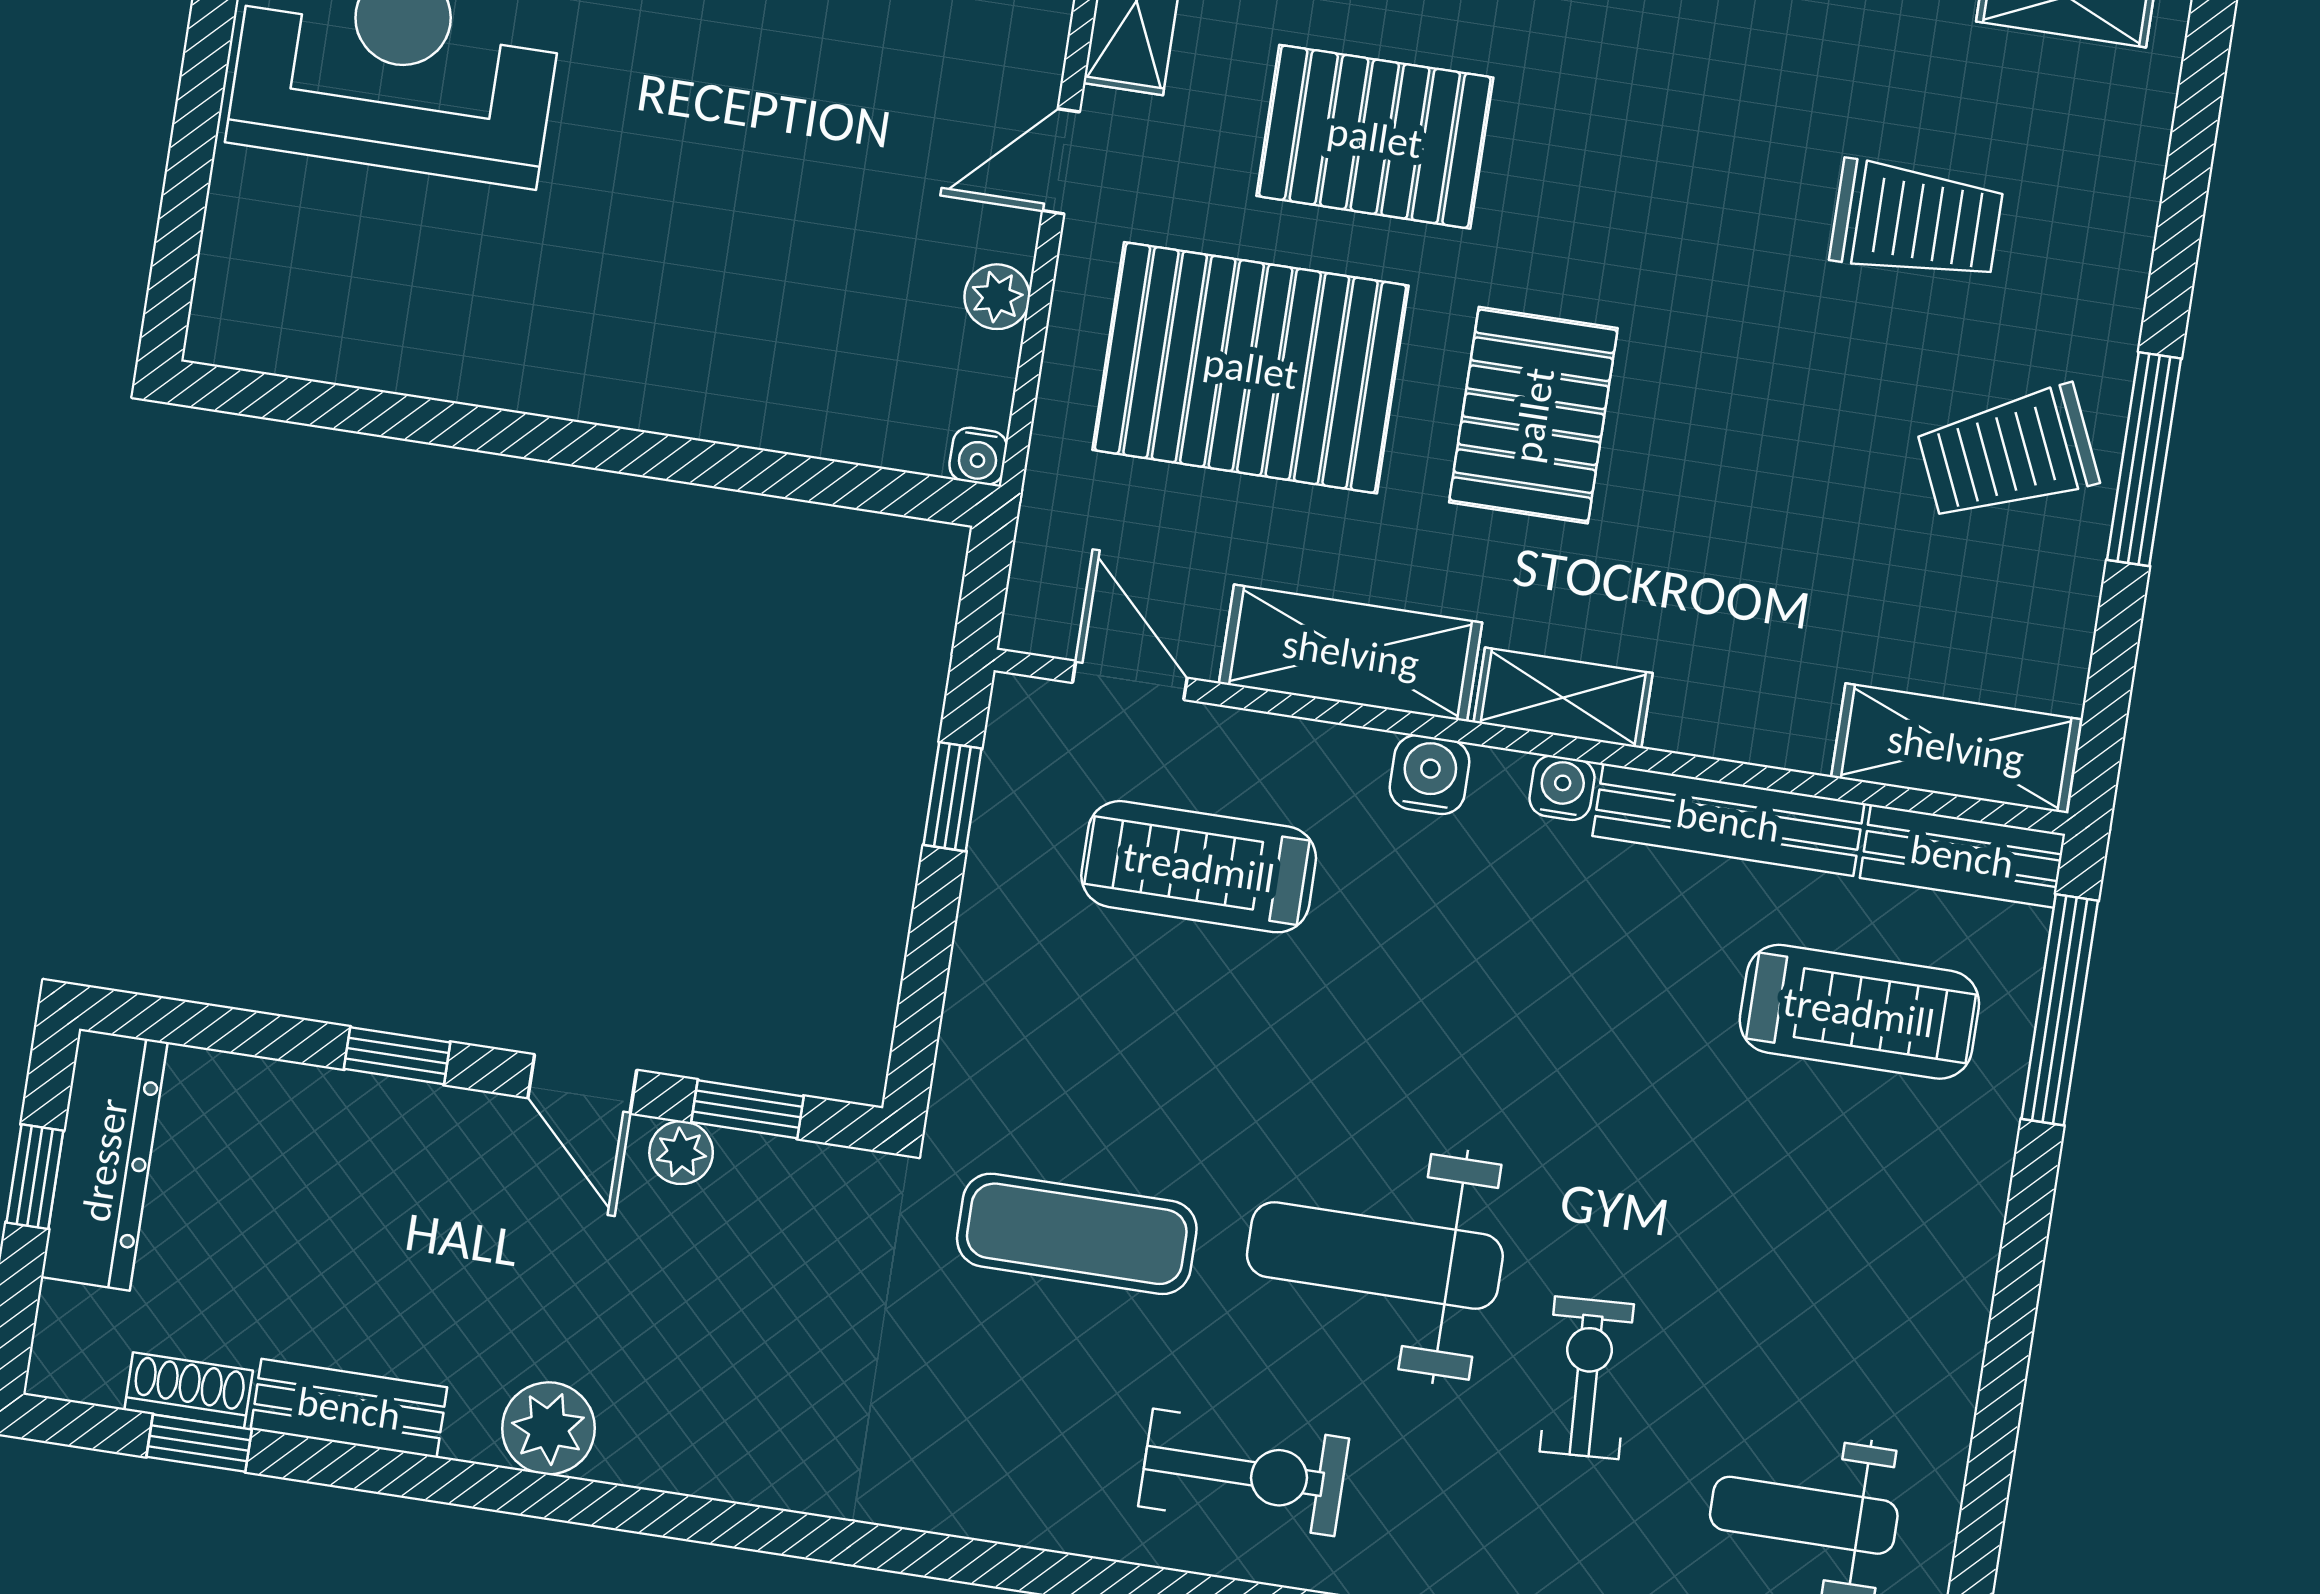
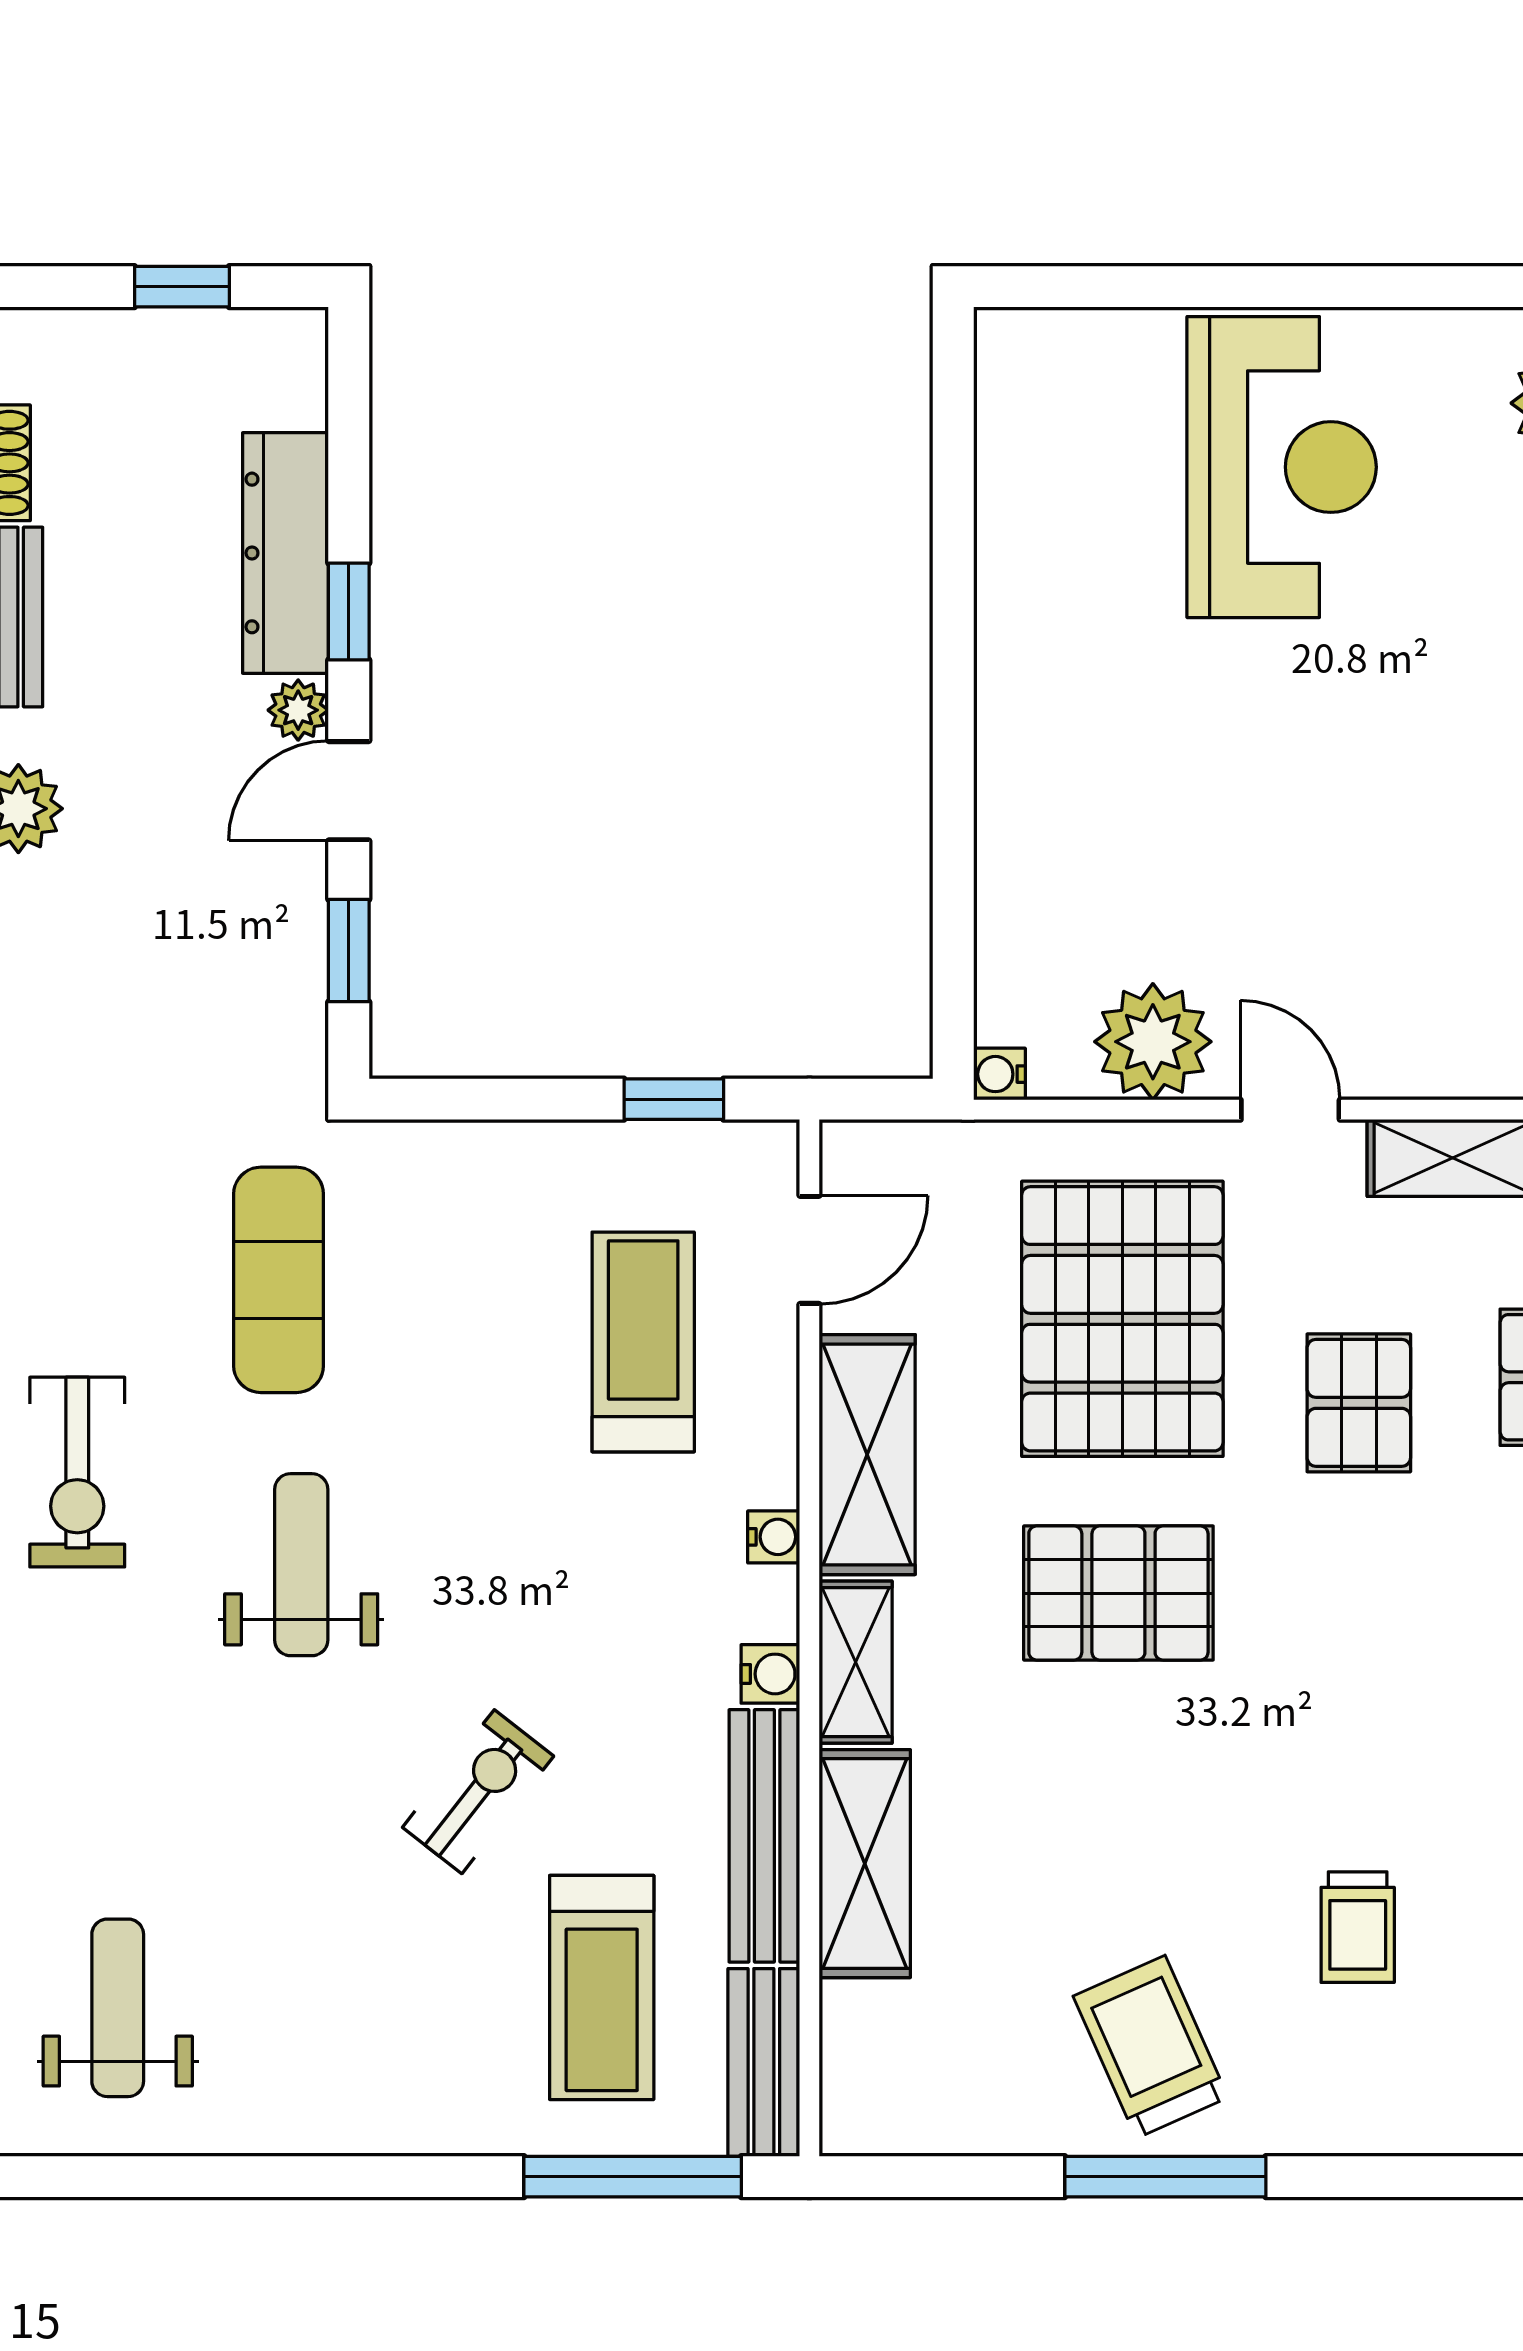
pallet: (1375, 137) -> (1359, 1403), width x0.67, depth x0.71
trolley: (1917, 221) -> (1358, 1927), width x0.73, depth x0.72
plant: (997, 297) -> (1153, 1042), width x1.88, depth x1.88
shelving: (1956, 748) -> (865, 1864), moved
water cooler: (1430, 775) -> (774, 1537), width x0.72, depth x0.72
plant: (681, 1153) -> (298, 710), moved
dresser: (104, 1160) -> (285, 553), moved, turned 90
weight bench: (1375, 1256) -> (301, 1565), width x0.73, depth x0.75
exercise bike: (1587, 1378) -> (478, 1792), moved, turned -49

